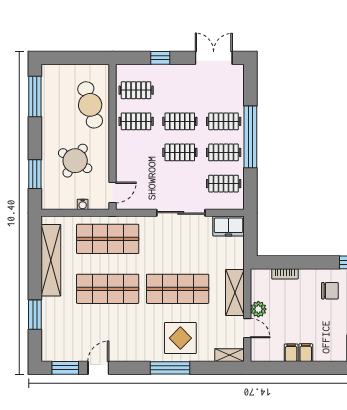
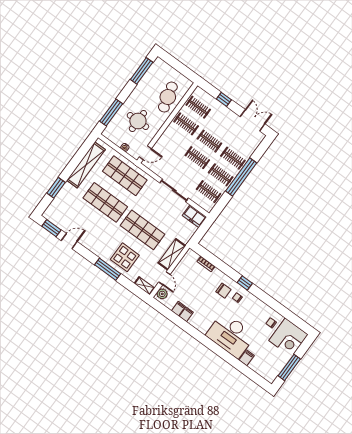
round table: (75, 161) -> (138, 121), turned -32
window: (35, 174) -> (111, 113), width x1.44
plant: (258, 309) -> (162, 294), moved

